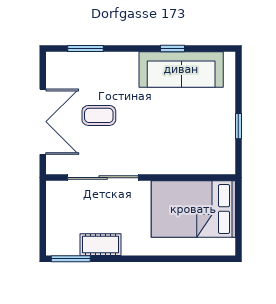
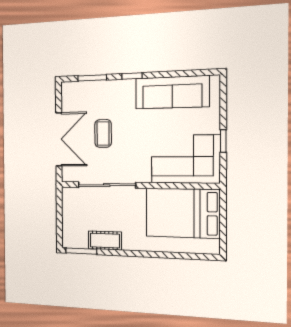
window: (172, 48) -> (132, 76), moved
coffee table: (99, 115) -> (103, 133), turned 90
corner sofa: (196, 147) -> (185, 159), added

